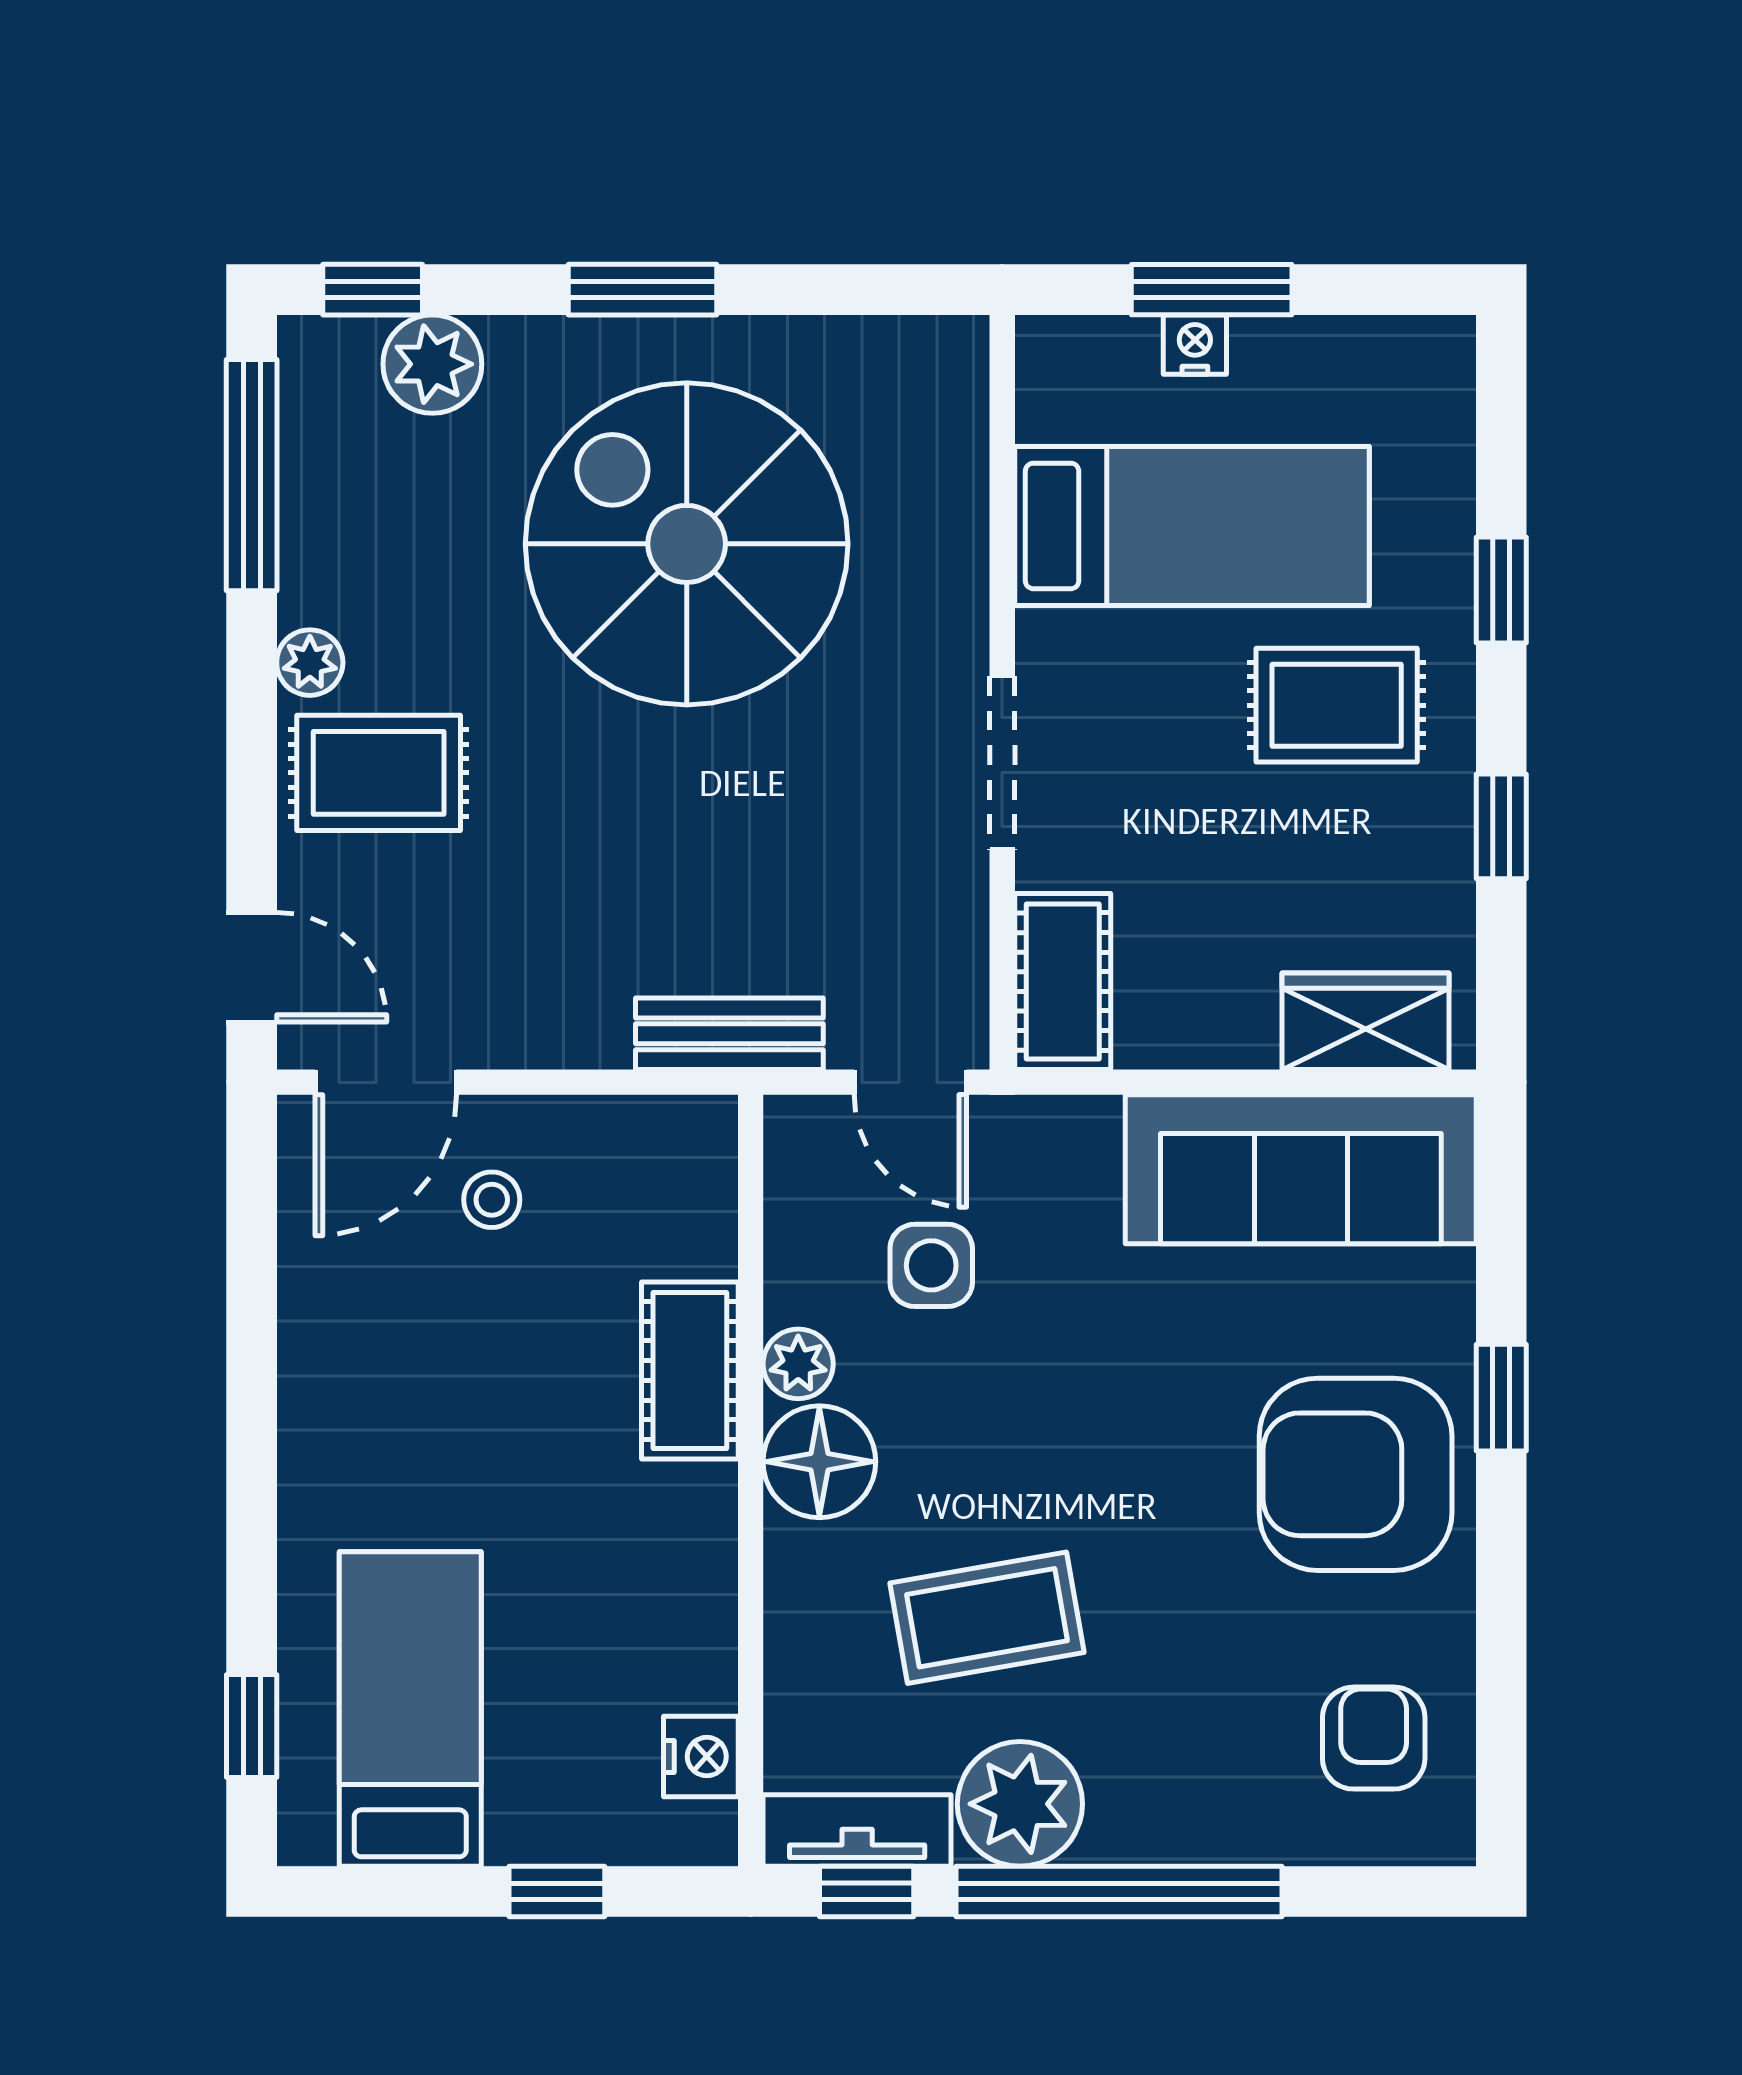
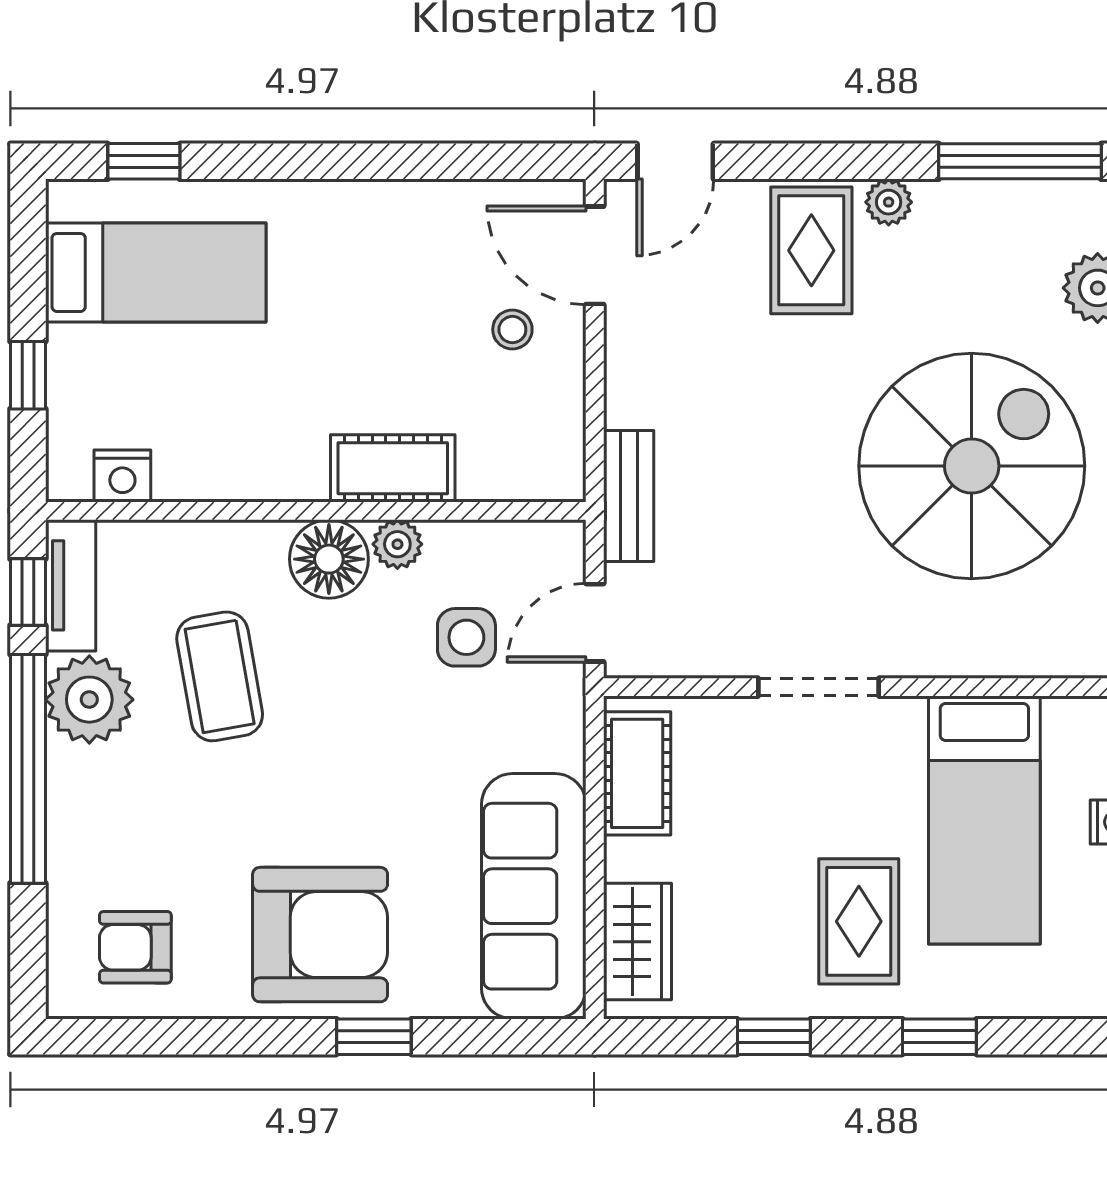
cot: (1063, 982) -> (637, 773), moved, turned 90
armchair: (1356, 1474) -> (320, 935), turned 90
armchair: (1374, 1738) -> (135, 947), turned 180

